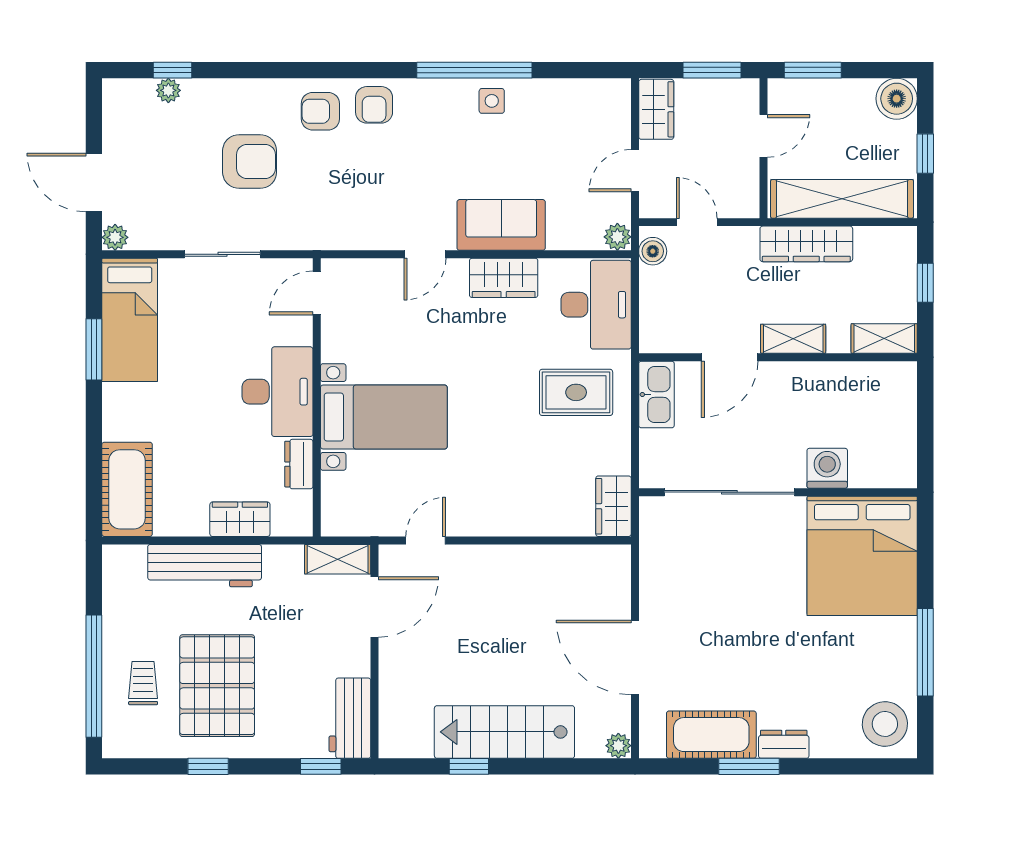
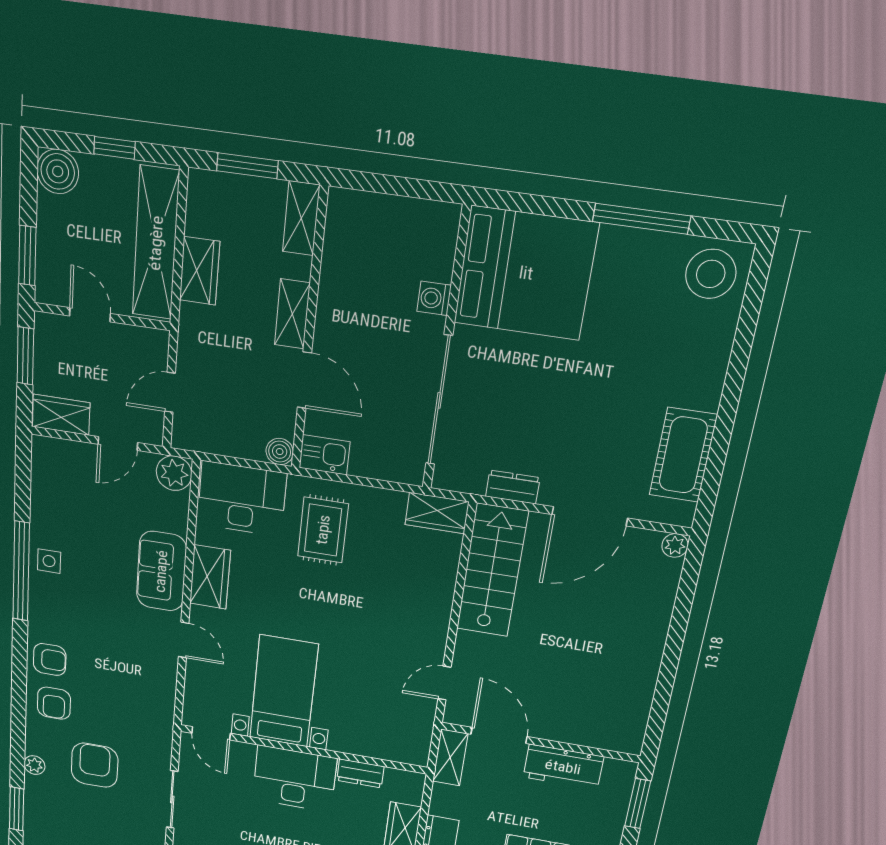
window: (172, 70) -> (17, 809), width x1.50
plant: (168, 90) -> (34, 765), moved
door: (635, 171) -> (118, 443), hinge flipped
plant: (617, 237) -> (174, 473), width x1.38, depth x1.38
wardrobe: (806, 244) -> (200, 271), width x0.67
boiler: (653, 251) -> (280, 452), moved
window: (925, 283) -> (247, 166), width x1.50
kitchen sink: (656, 394) -> (325, 455), width x0.73
bed with nightstands: (384, 417) -> (284, 691), moved
washing machine: (827, 468) -> (434, 298), width x0.73, depth x0.73
door: (426, 540) -> (444, 683), hinge flipped
workbench: (350, 718) -> (563, 767), moved
stairs: (504, 732) -> (492, 571), moved, turned 180
dresser: (784, 744) -> (513, 487), moved, turned 90
window: (321, 766) -> (638, 804), width x1.50
window: (469, 766) -> (665, 682), removed
window: (749, 766) -> (725, 423), removed

